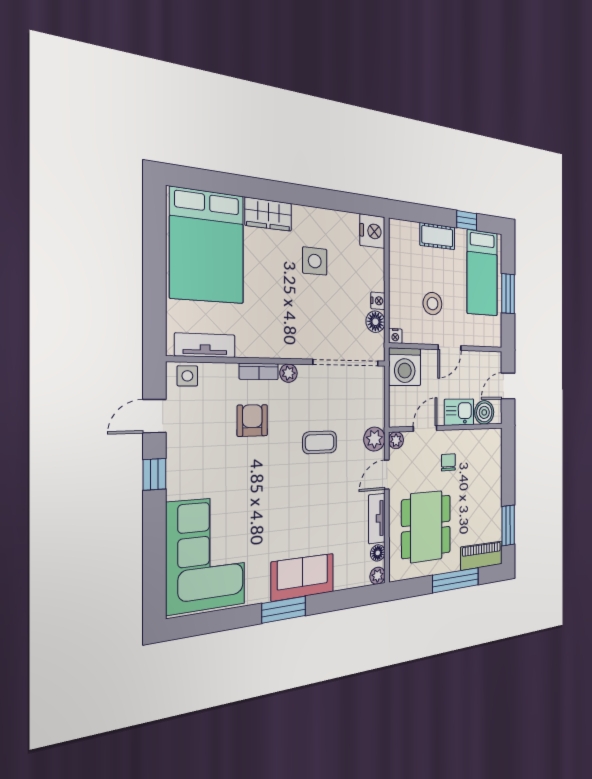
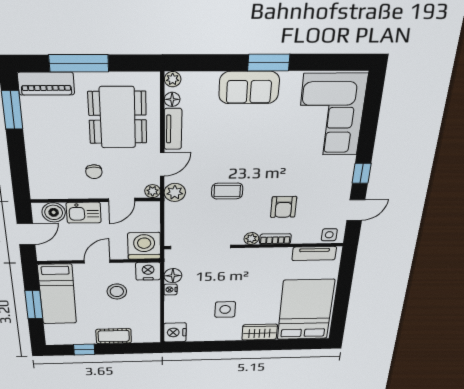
bed: (482, 273) -> (57, 294), moved, turned 180
nightstand: (395, 336) -> (148, 271), width x1.89, depth x1.79

